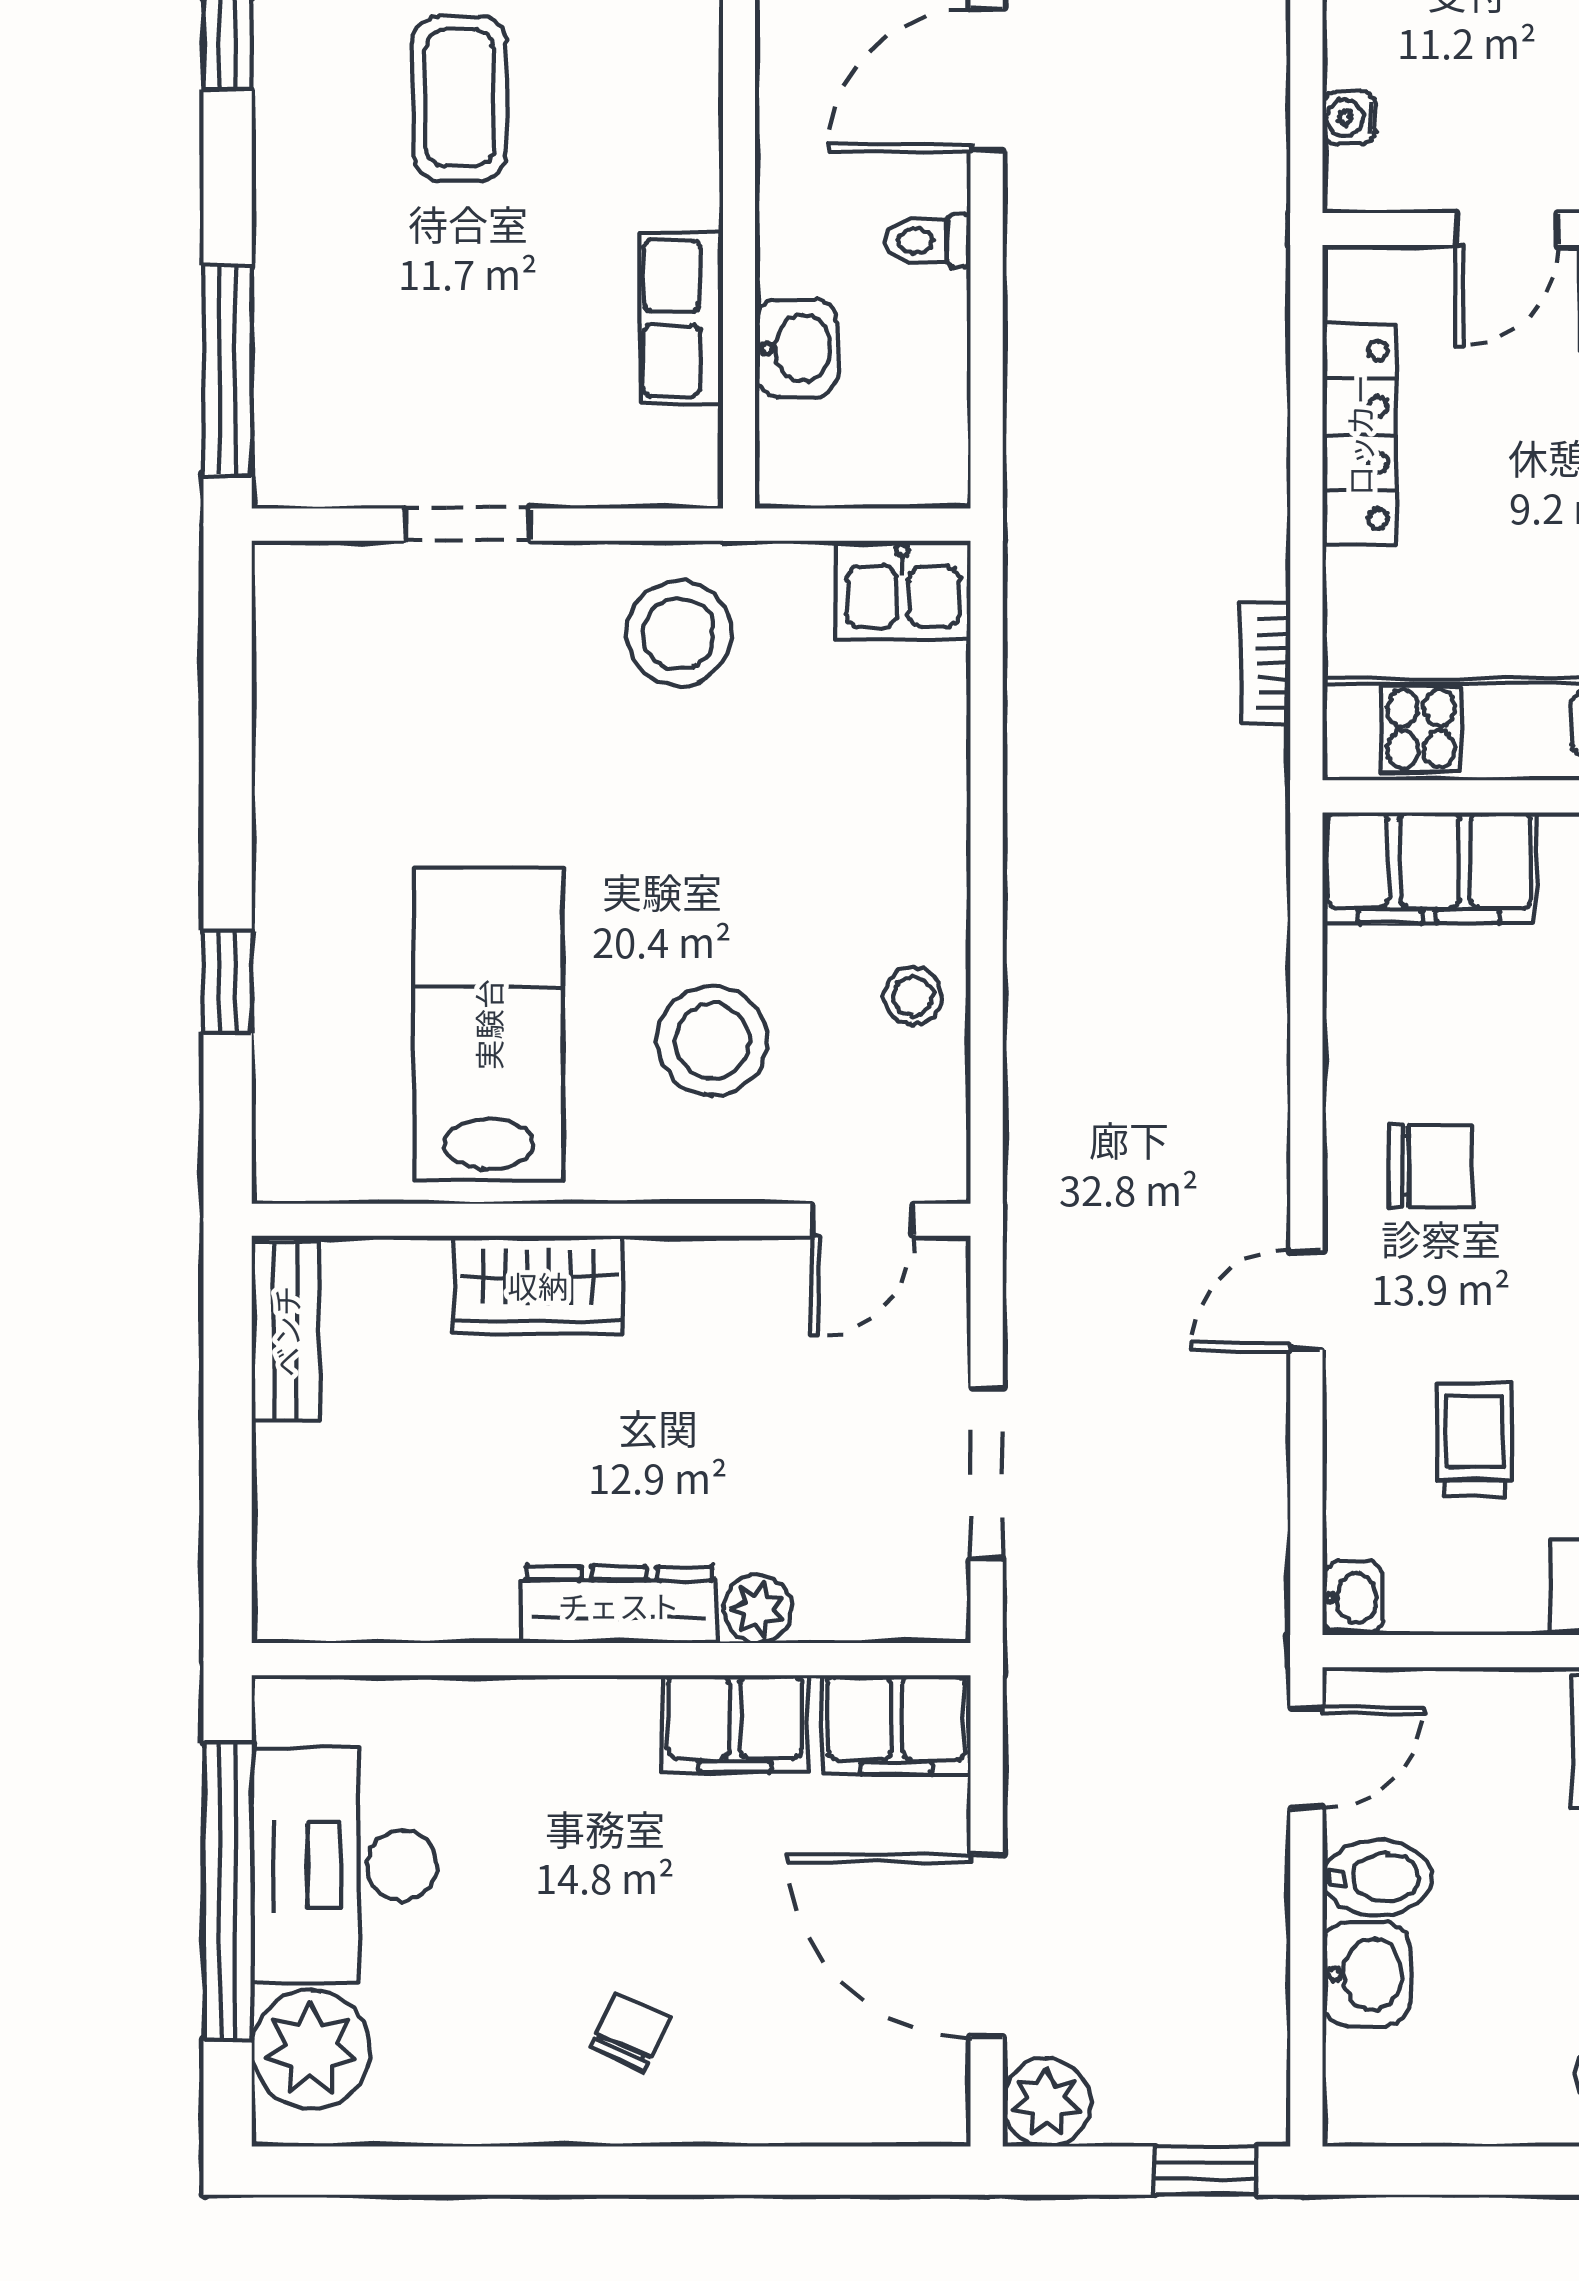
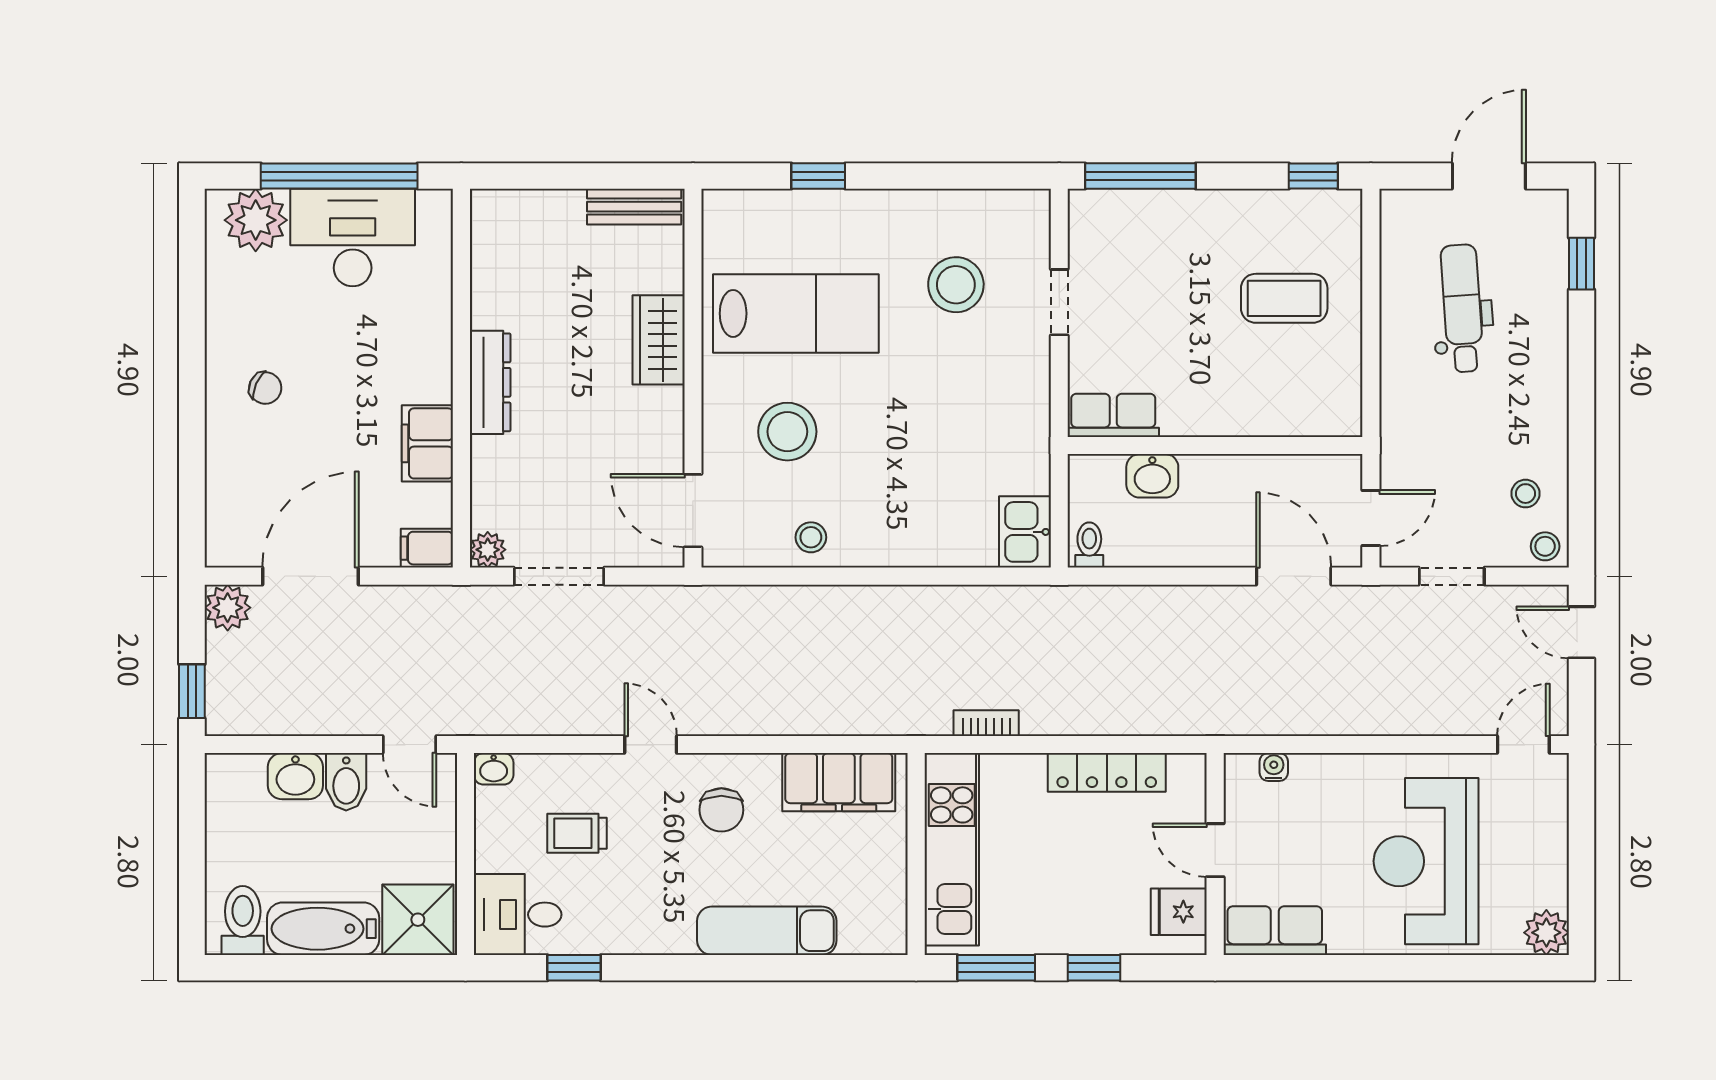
toilet: (928, 241) -> (1089, 545), moved
row of seats: (682, 318) -> (1113, 415), moved
stool: (679, 633) -> (956, 285), moved
filing cabinet: (1429, 868) -> (839, 782), moved, turned -90
door: (862, 1220) -> (693, 511), width x1.38
trolley: (1475, 1440) -> (577, 833), turned 180
plant: (758, 1609) -> (488, 550), moved
filing cabinet: (896, 1725) -> (427, 548), width x0.50

